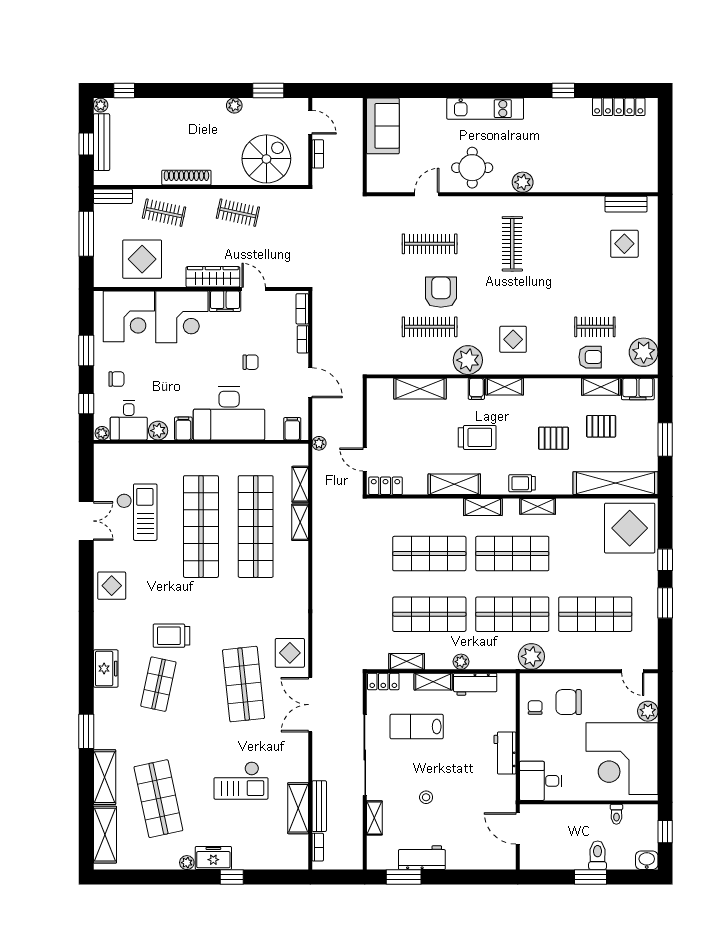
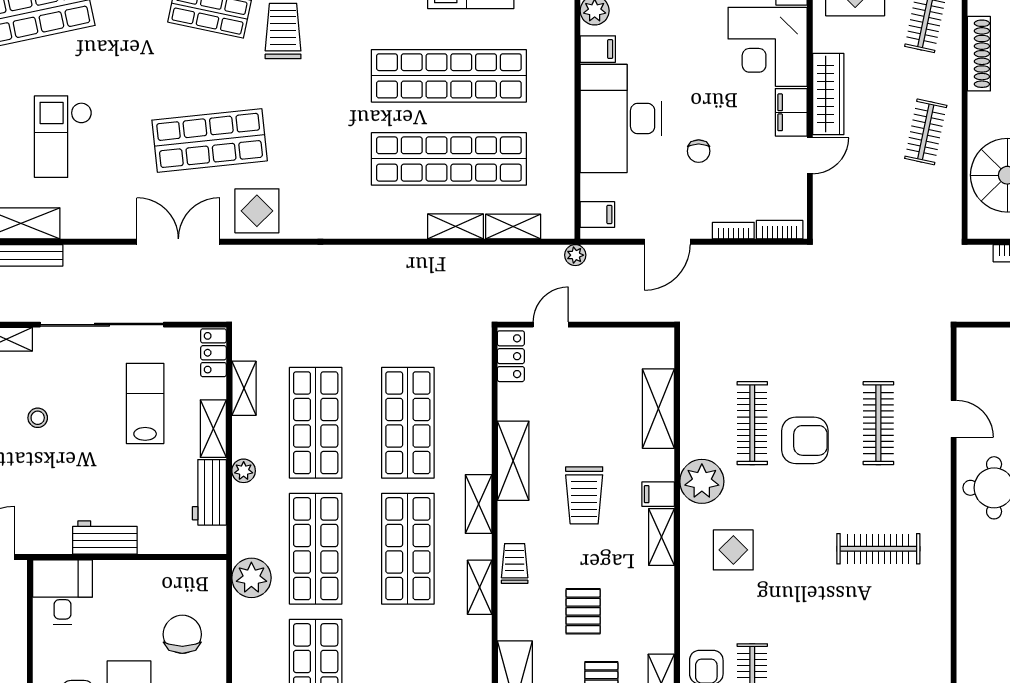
plant: (523, 182) -> (972, 564), removed
chair: (535, 707) -> (174, 583), removed

